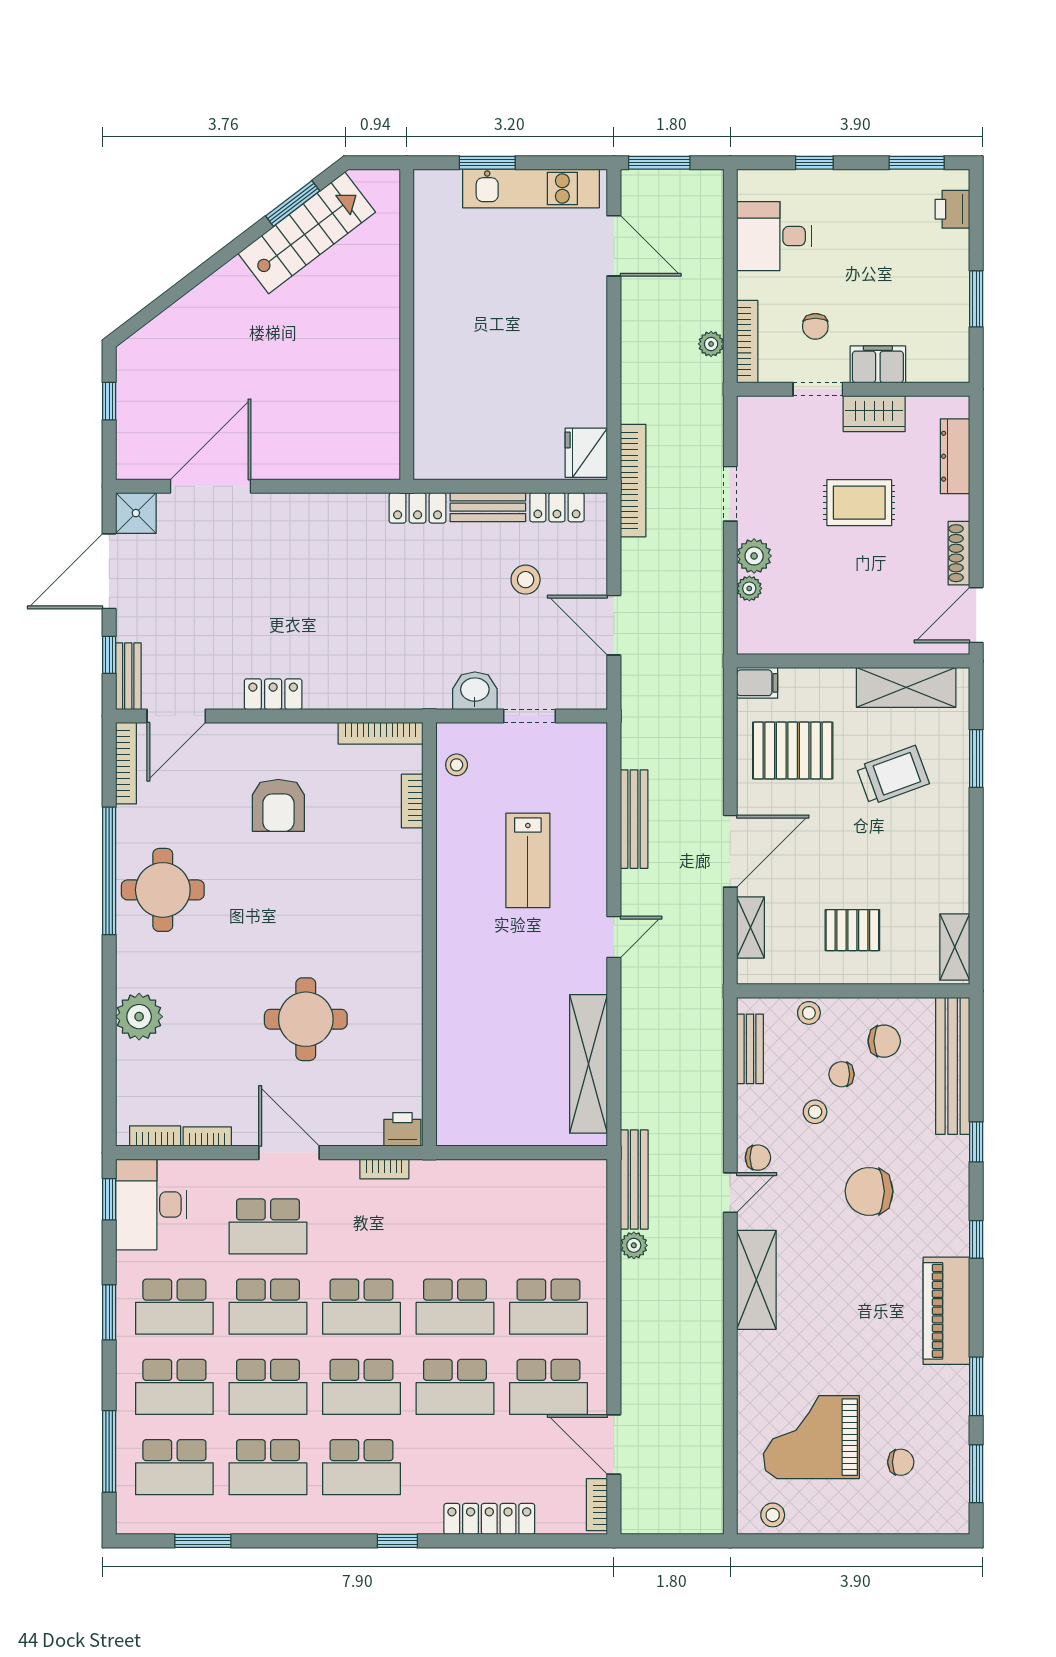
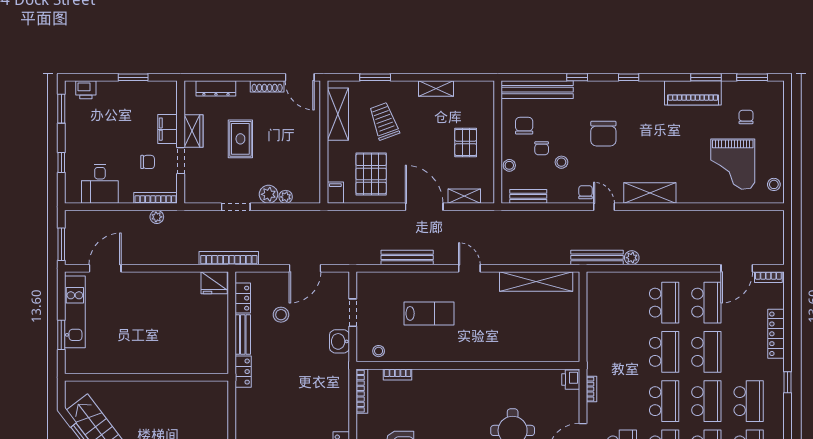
shelving: (955, 947) -> (436, 89), moved
piano: (946, 1311) -> (693, 93), moved

